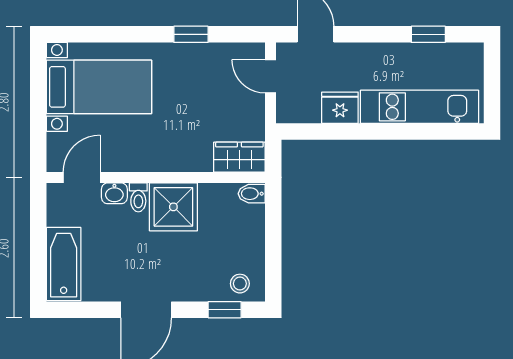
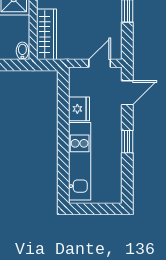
window: (428, 34) -> (127, 142), moved
wardrobe: (239, 157) -> (46, 34), width x1.50

